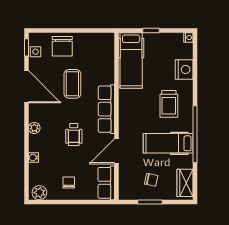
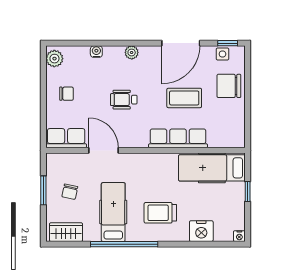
row of seats: (106, 109) -> (178, 138), moved

